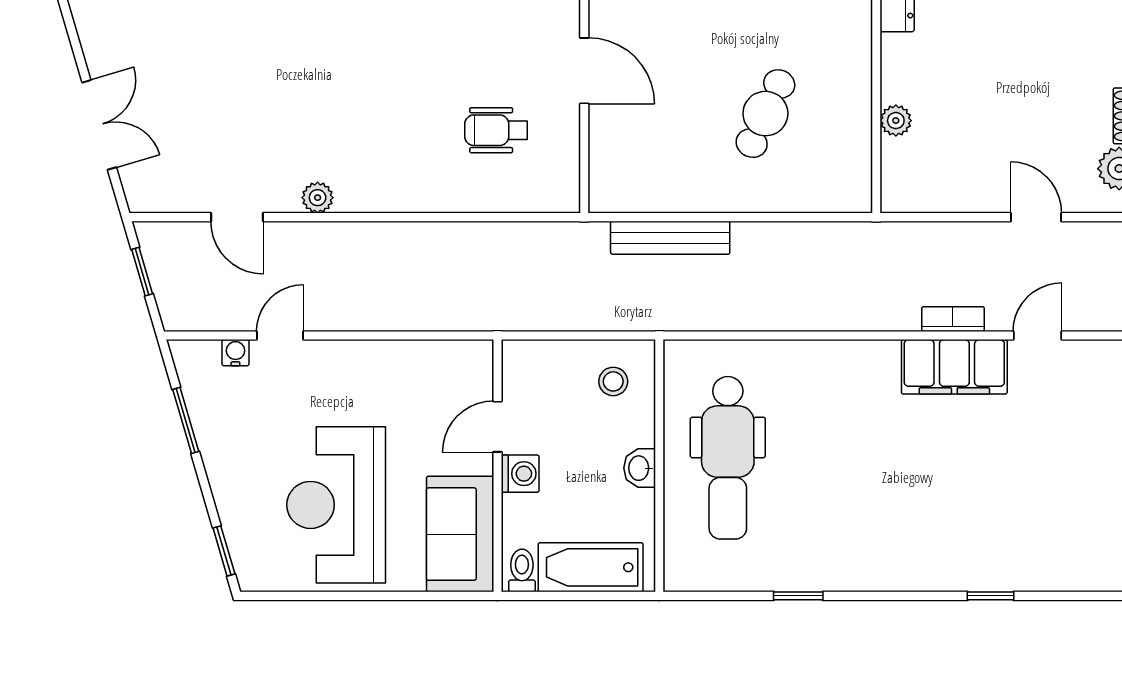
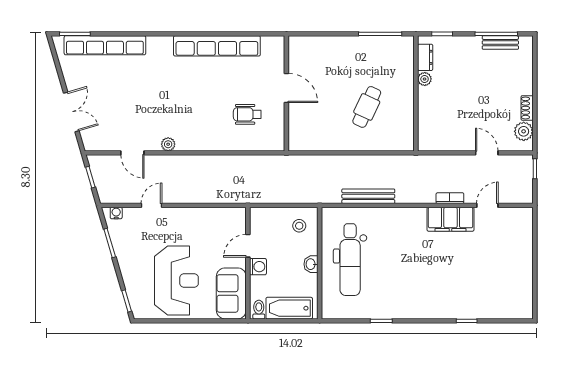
plant: (896, 121) -> (425, 79), moved
bench: (670, 238) -> (368, 196), moved
water cooler: (235, 353) -> (116, 213), moved
reception desk: (336, 505) -> (176, 281), turned 180

